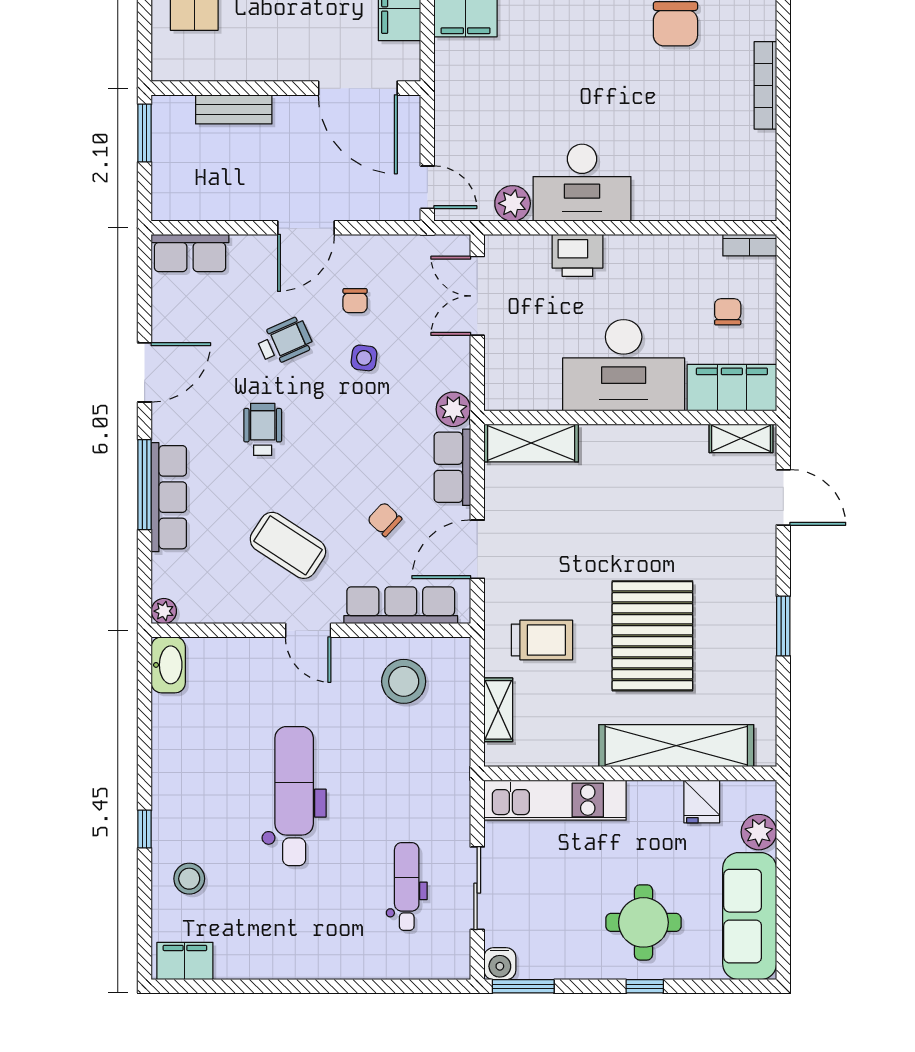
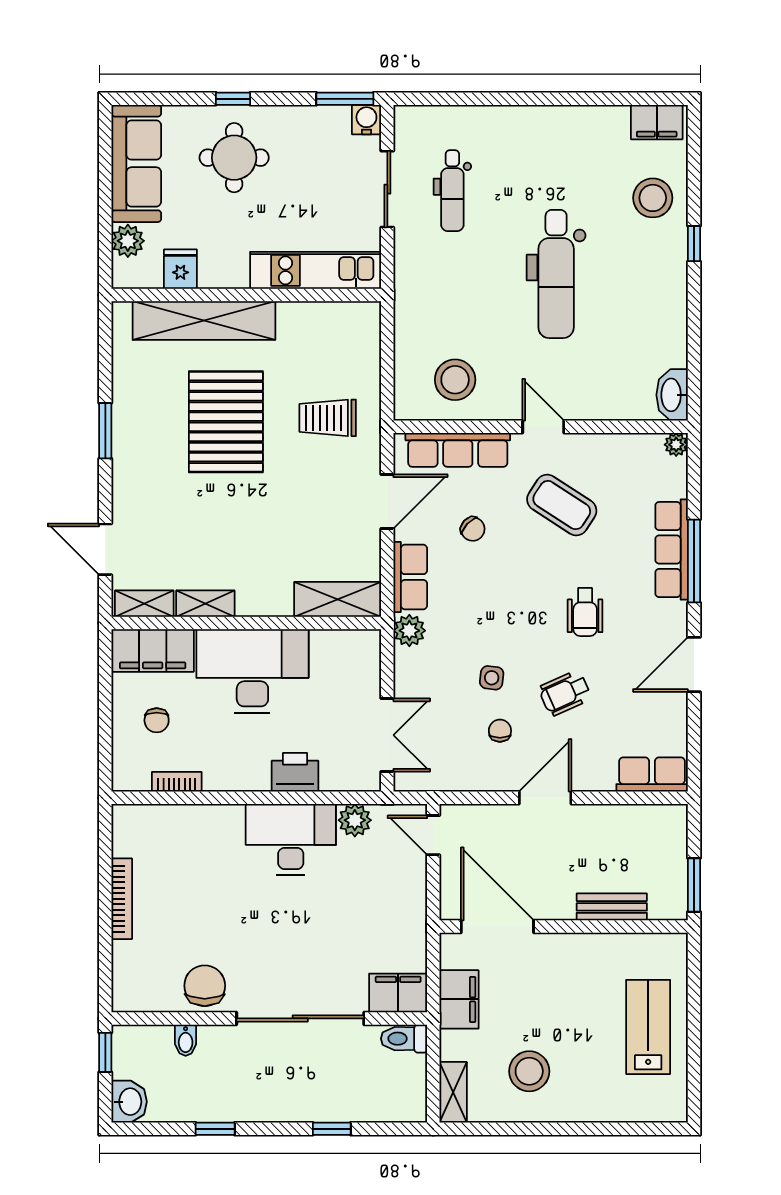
bookcase: (765, 85) -> (122, 899), moved
bookcase: (750, 245) -> (177, 782), moved
shelving: (498, 710) -> (205, 604), moved, turned 90
stool: (189, 879) -> (653, 198), width x1.38, depth x1.38

